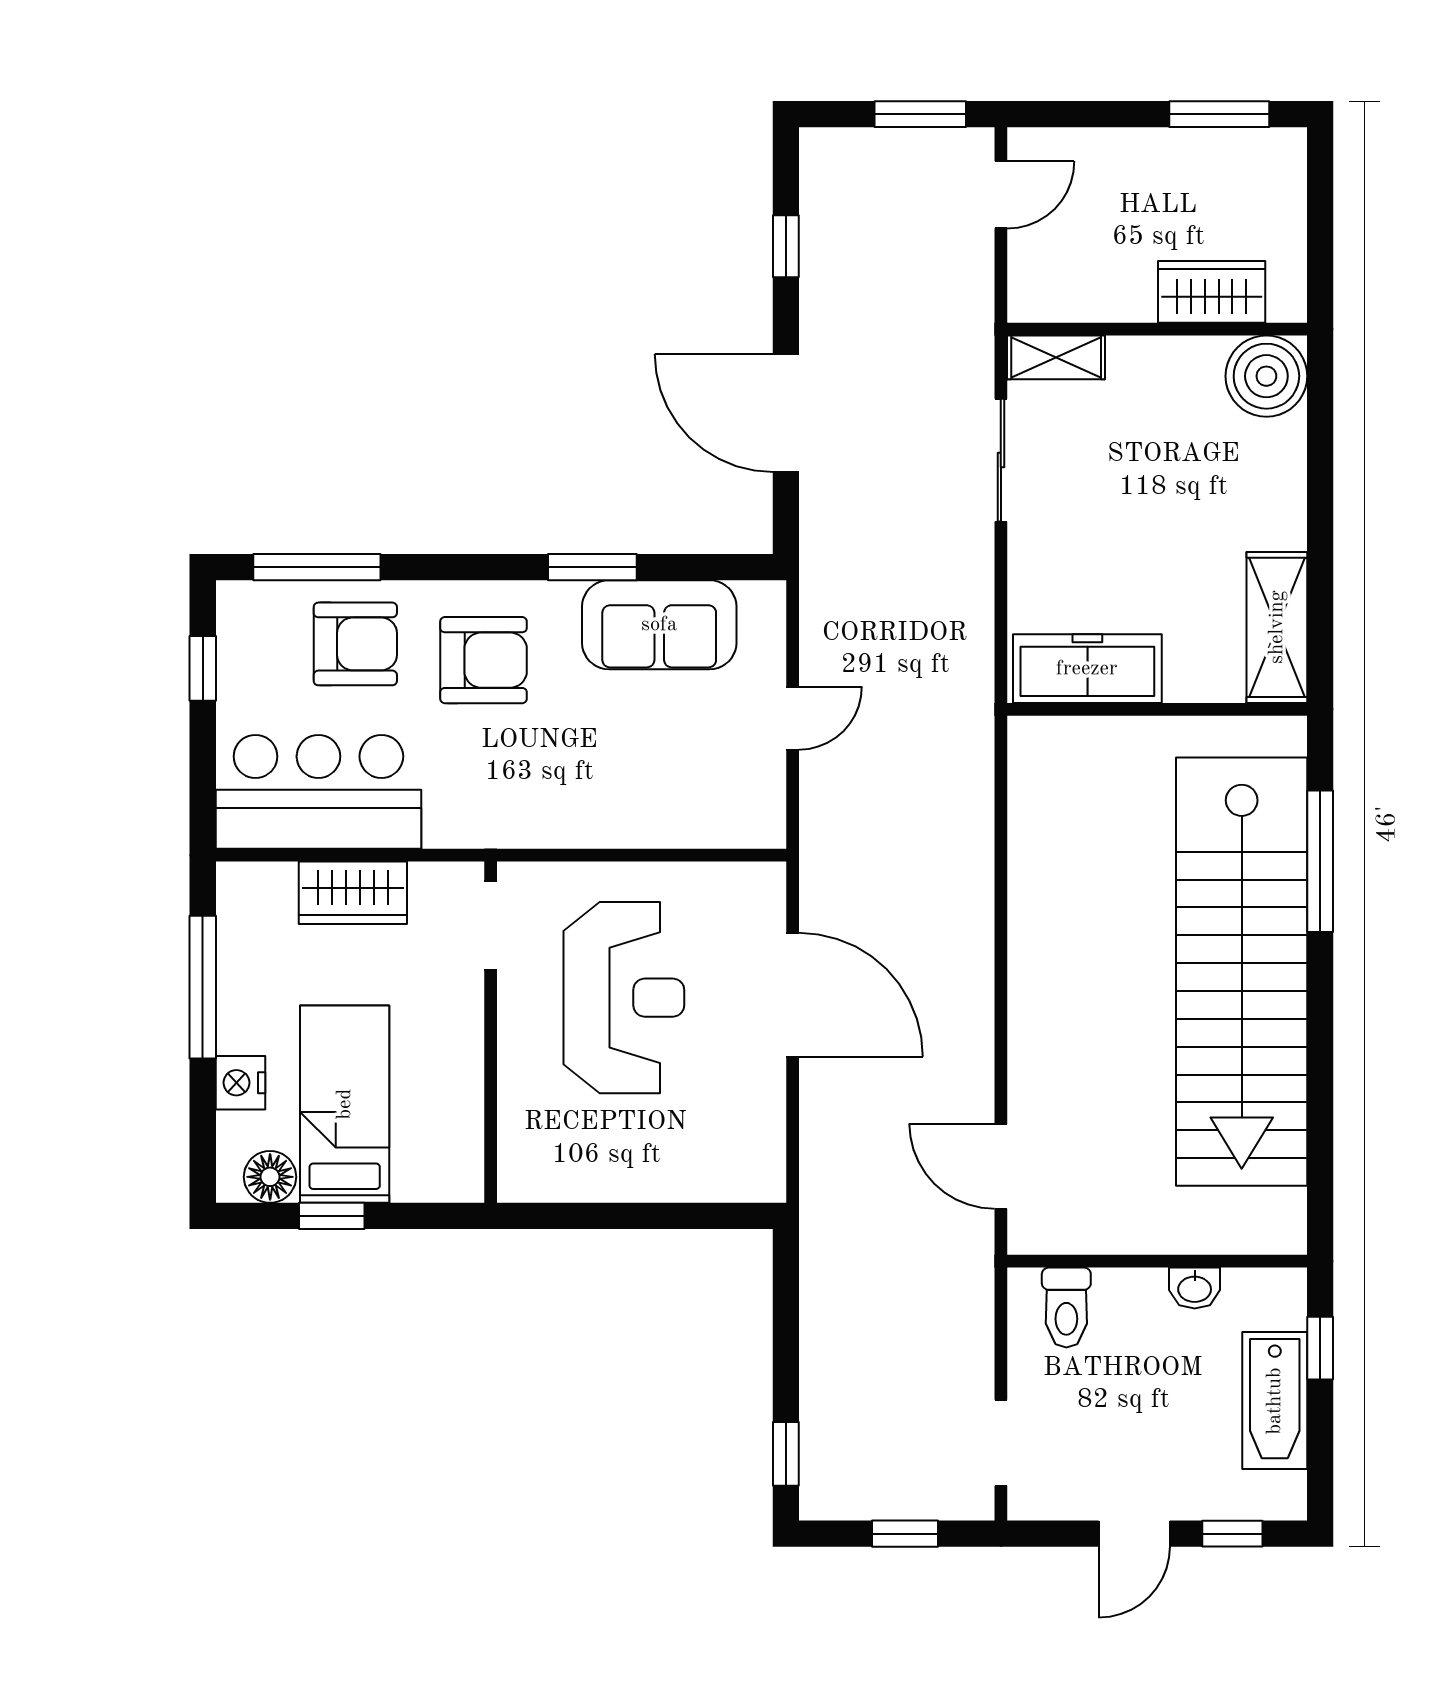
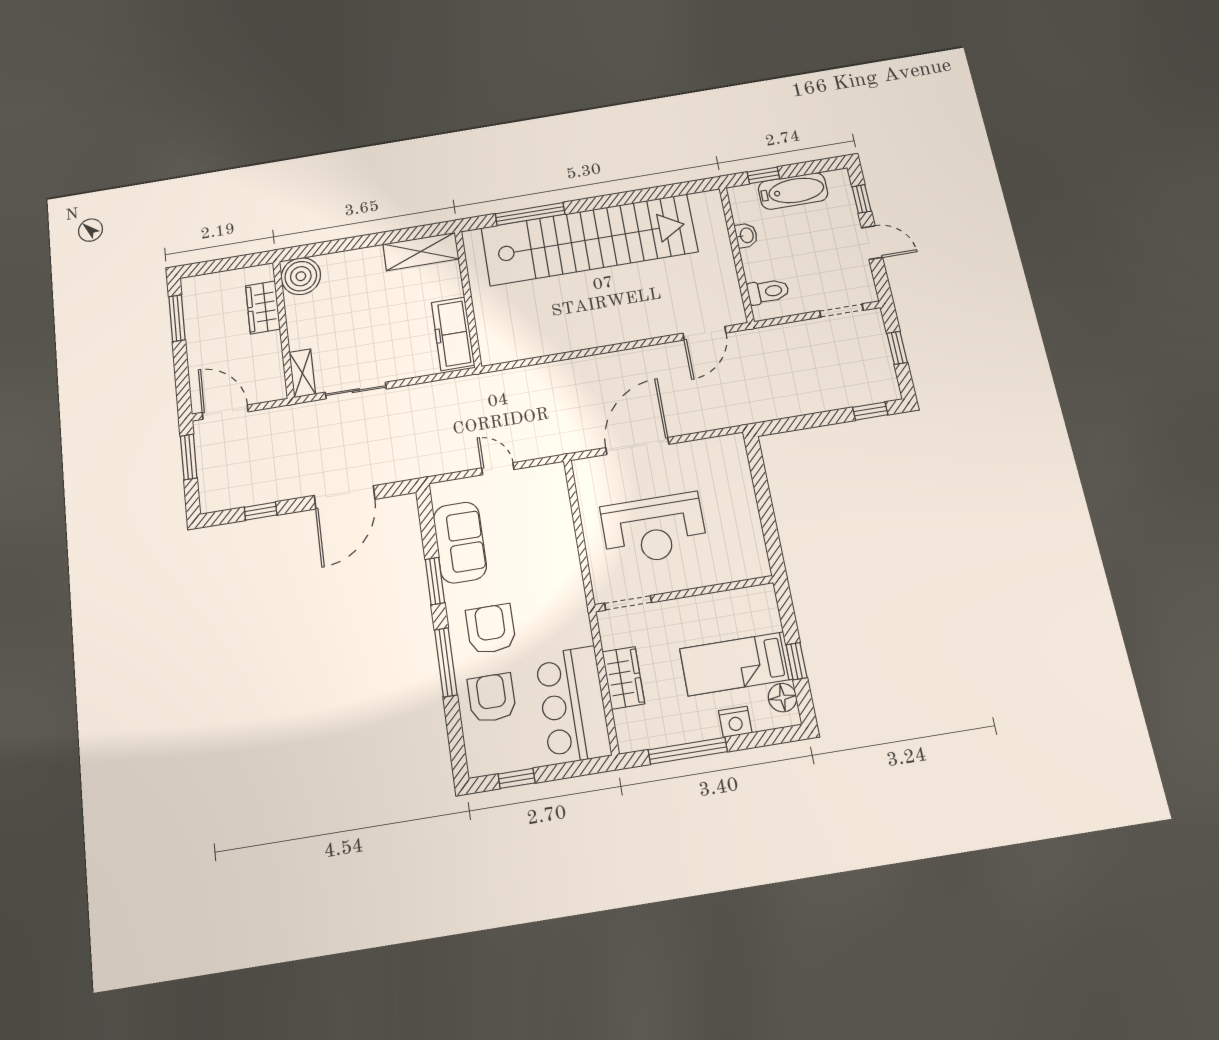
door: (1001, 195) -> (225, 412), width x1.38
window: (317, 567) -> (446, 662), moved
reception desk: (624, 998) -> (654, 529), turned 180

